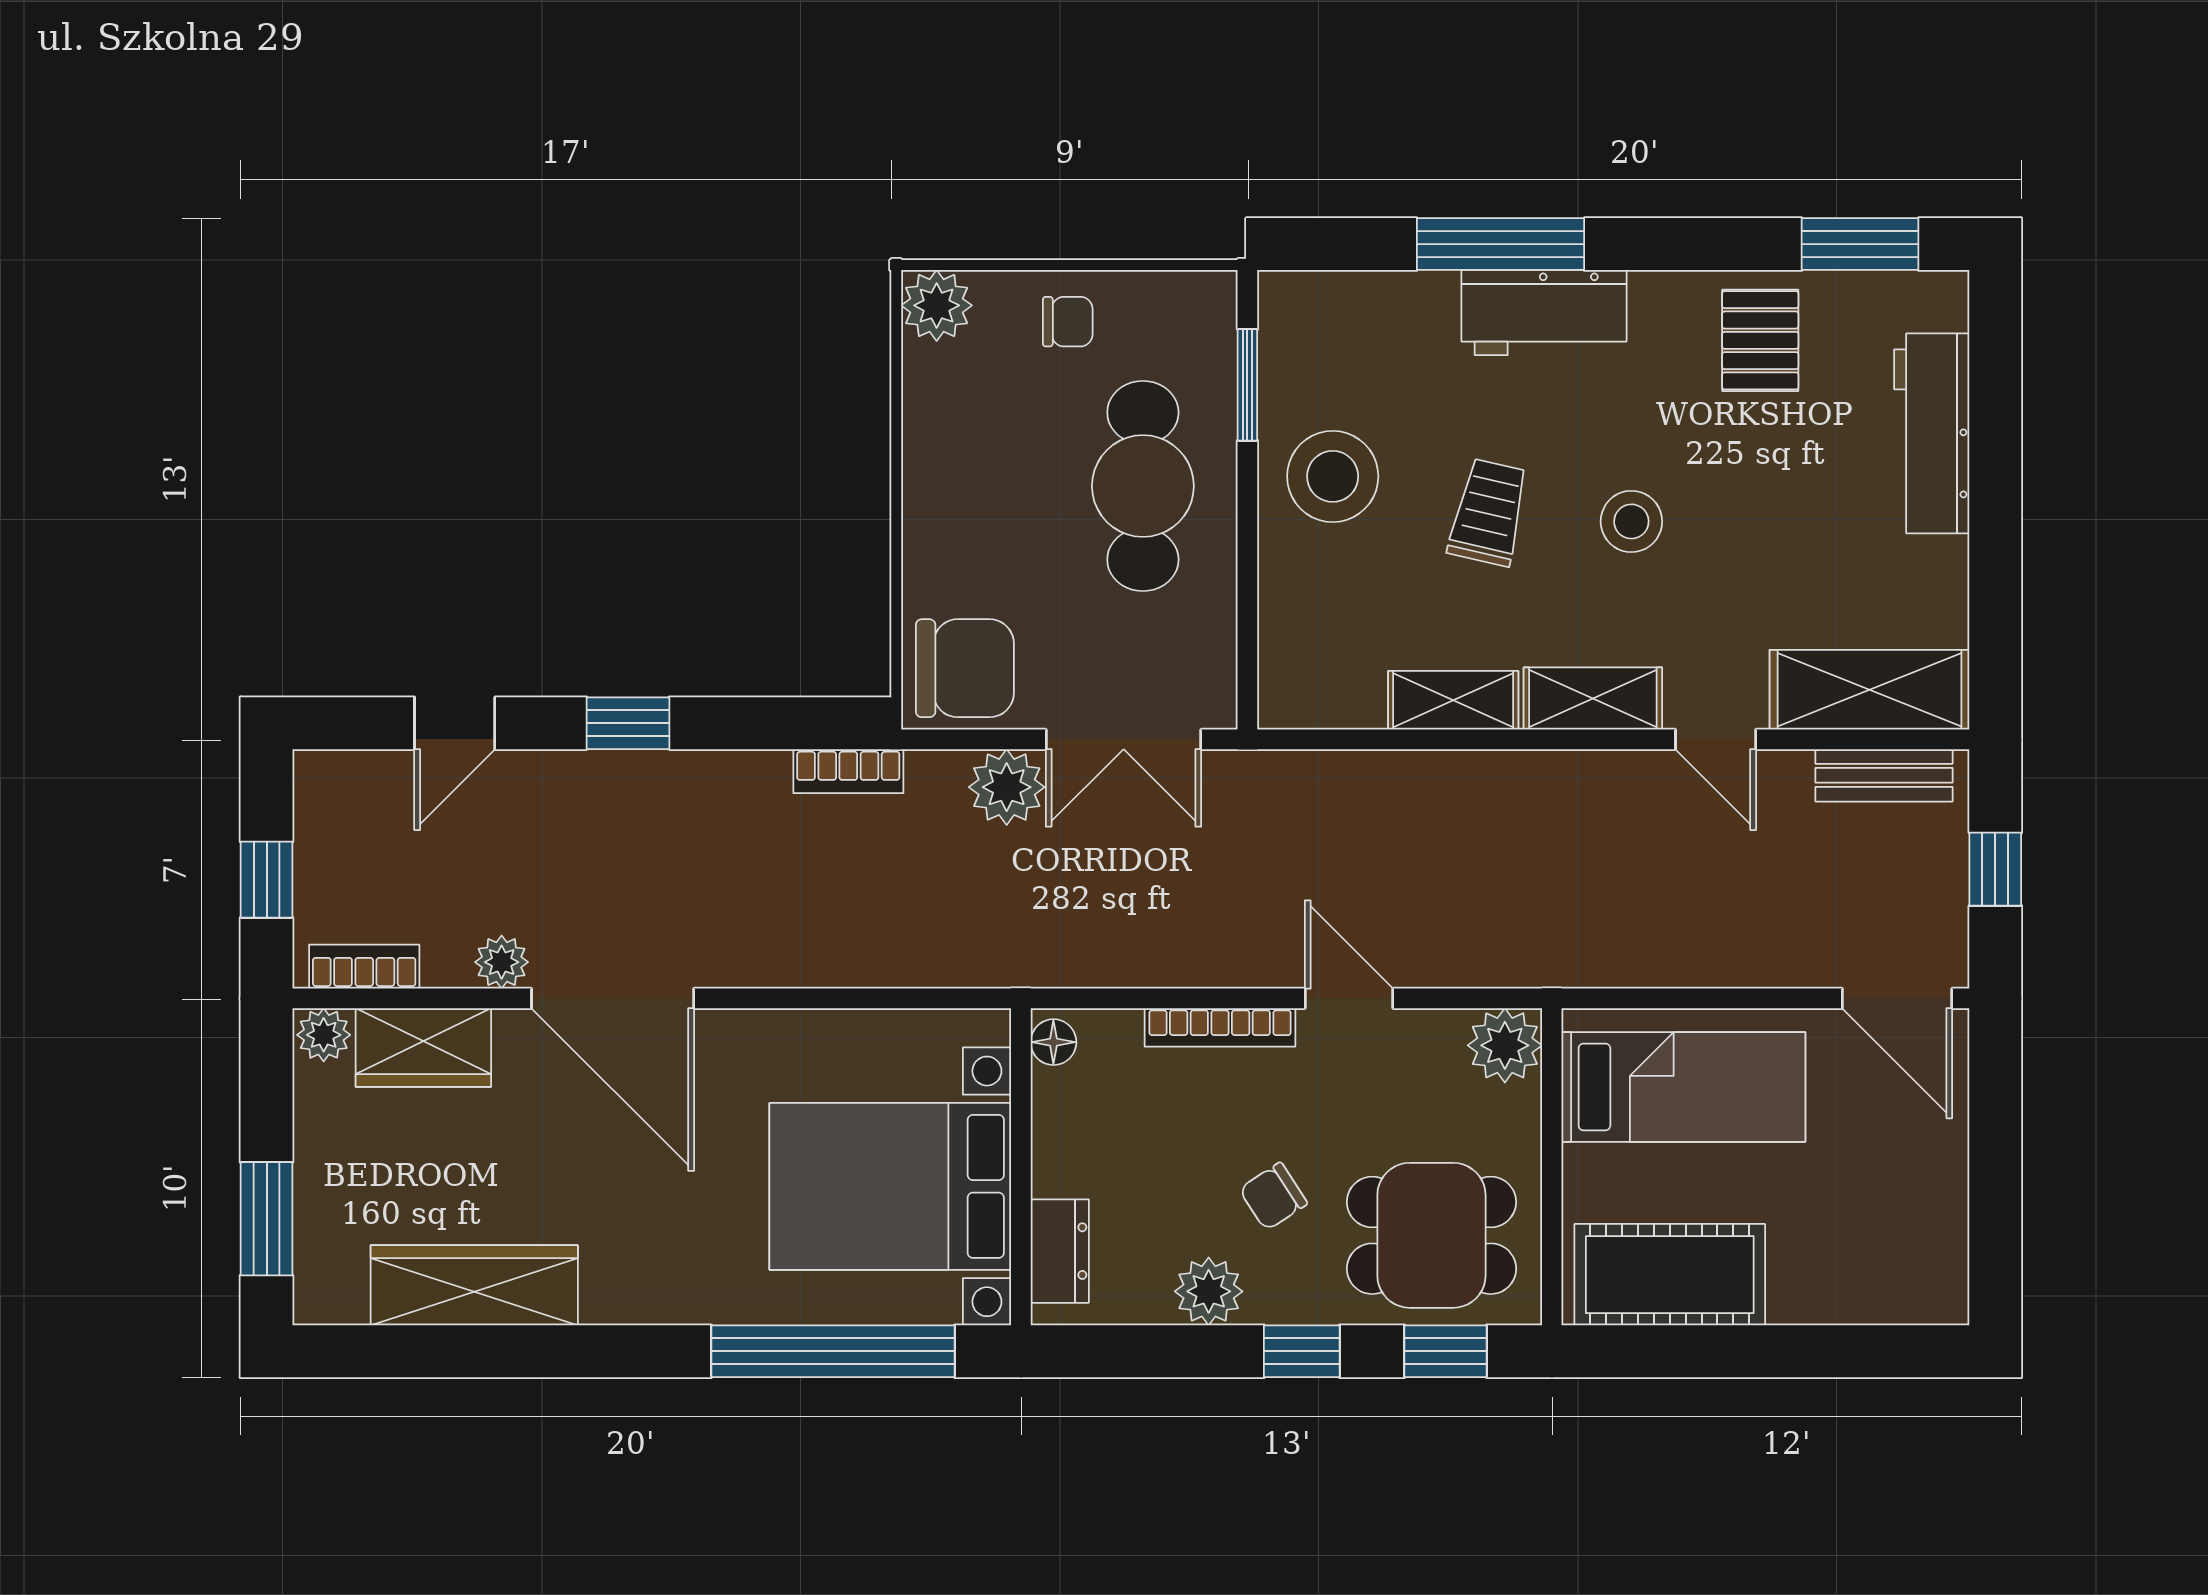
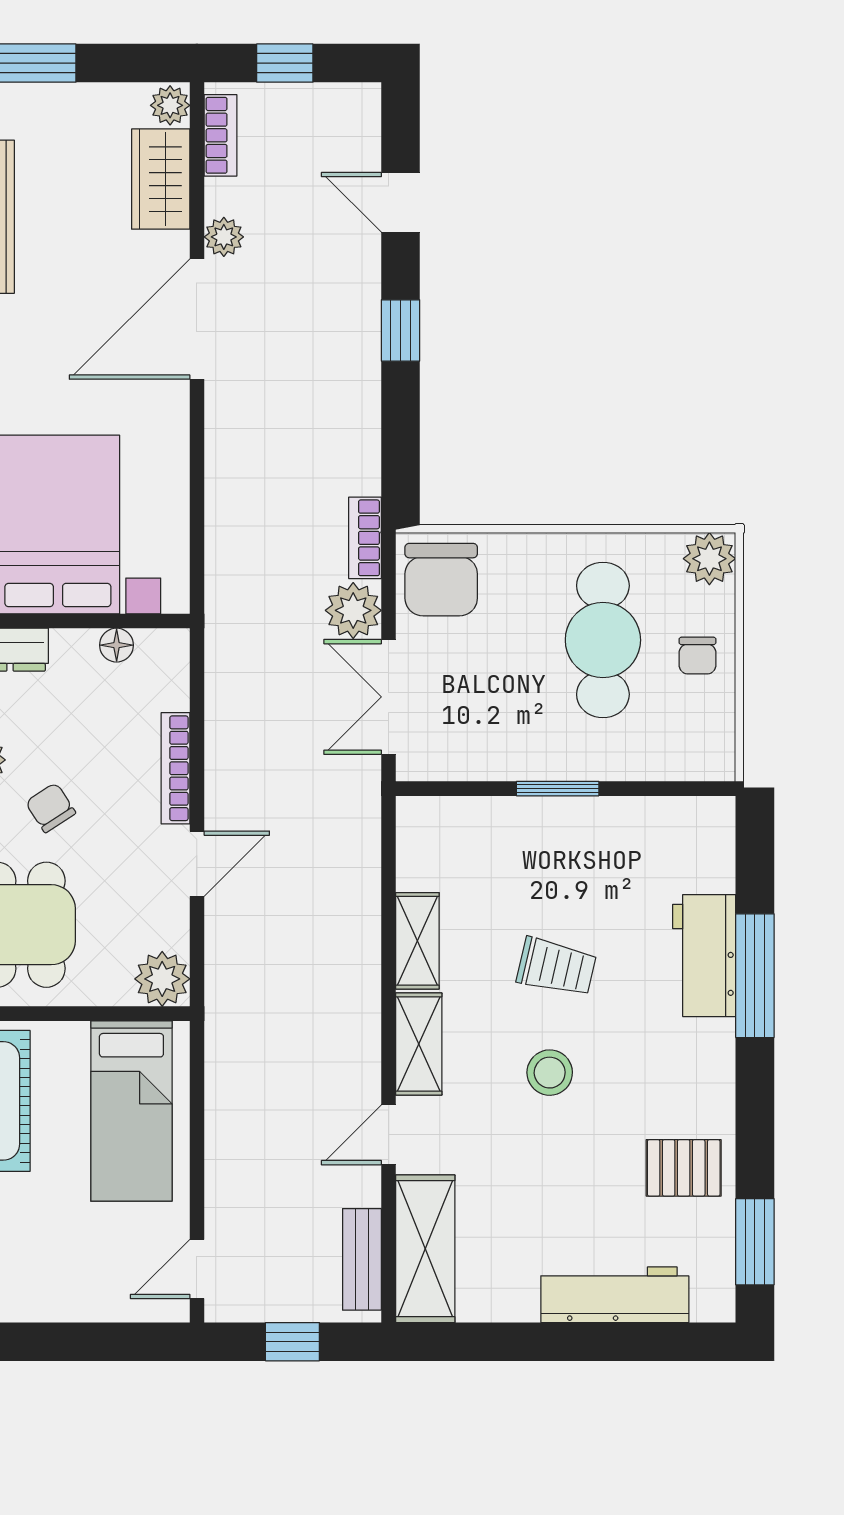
workbench: (1544, 313) -> (704, 956), moved
window: (1247, 385) -> (558, 789), moved
stool: (1333, 476) -> (583, 852), removed
cafe table: (1143, 486) -> (603, 640), moved, turned 90
bookcase: (848, 771) -> (365, 538), moved
door: (1897, 998) -> (197, 1269), width x0.73
floor lamp: (1053, 1042) -> (117, 645), moved

